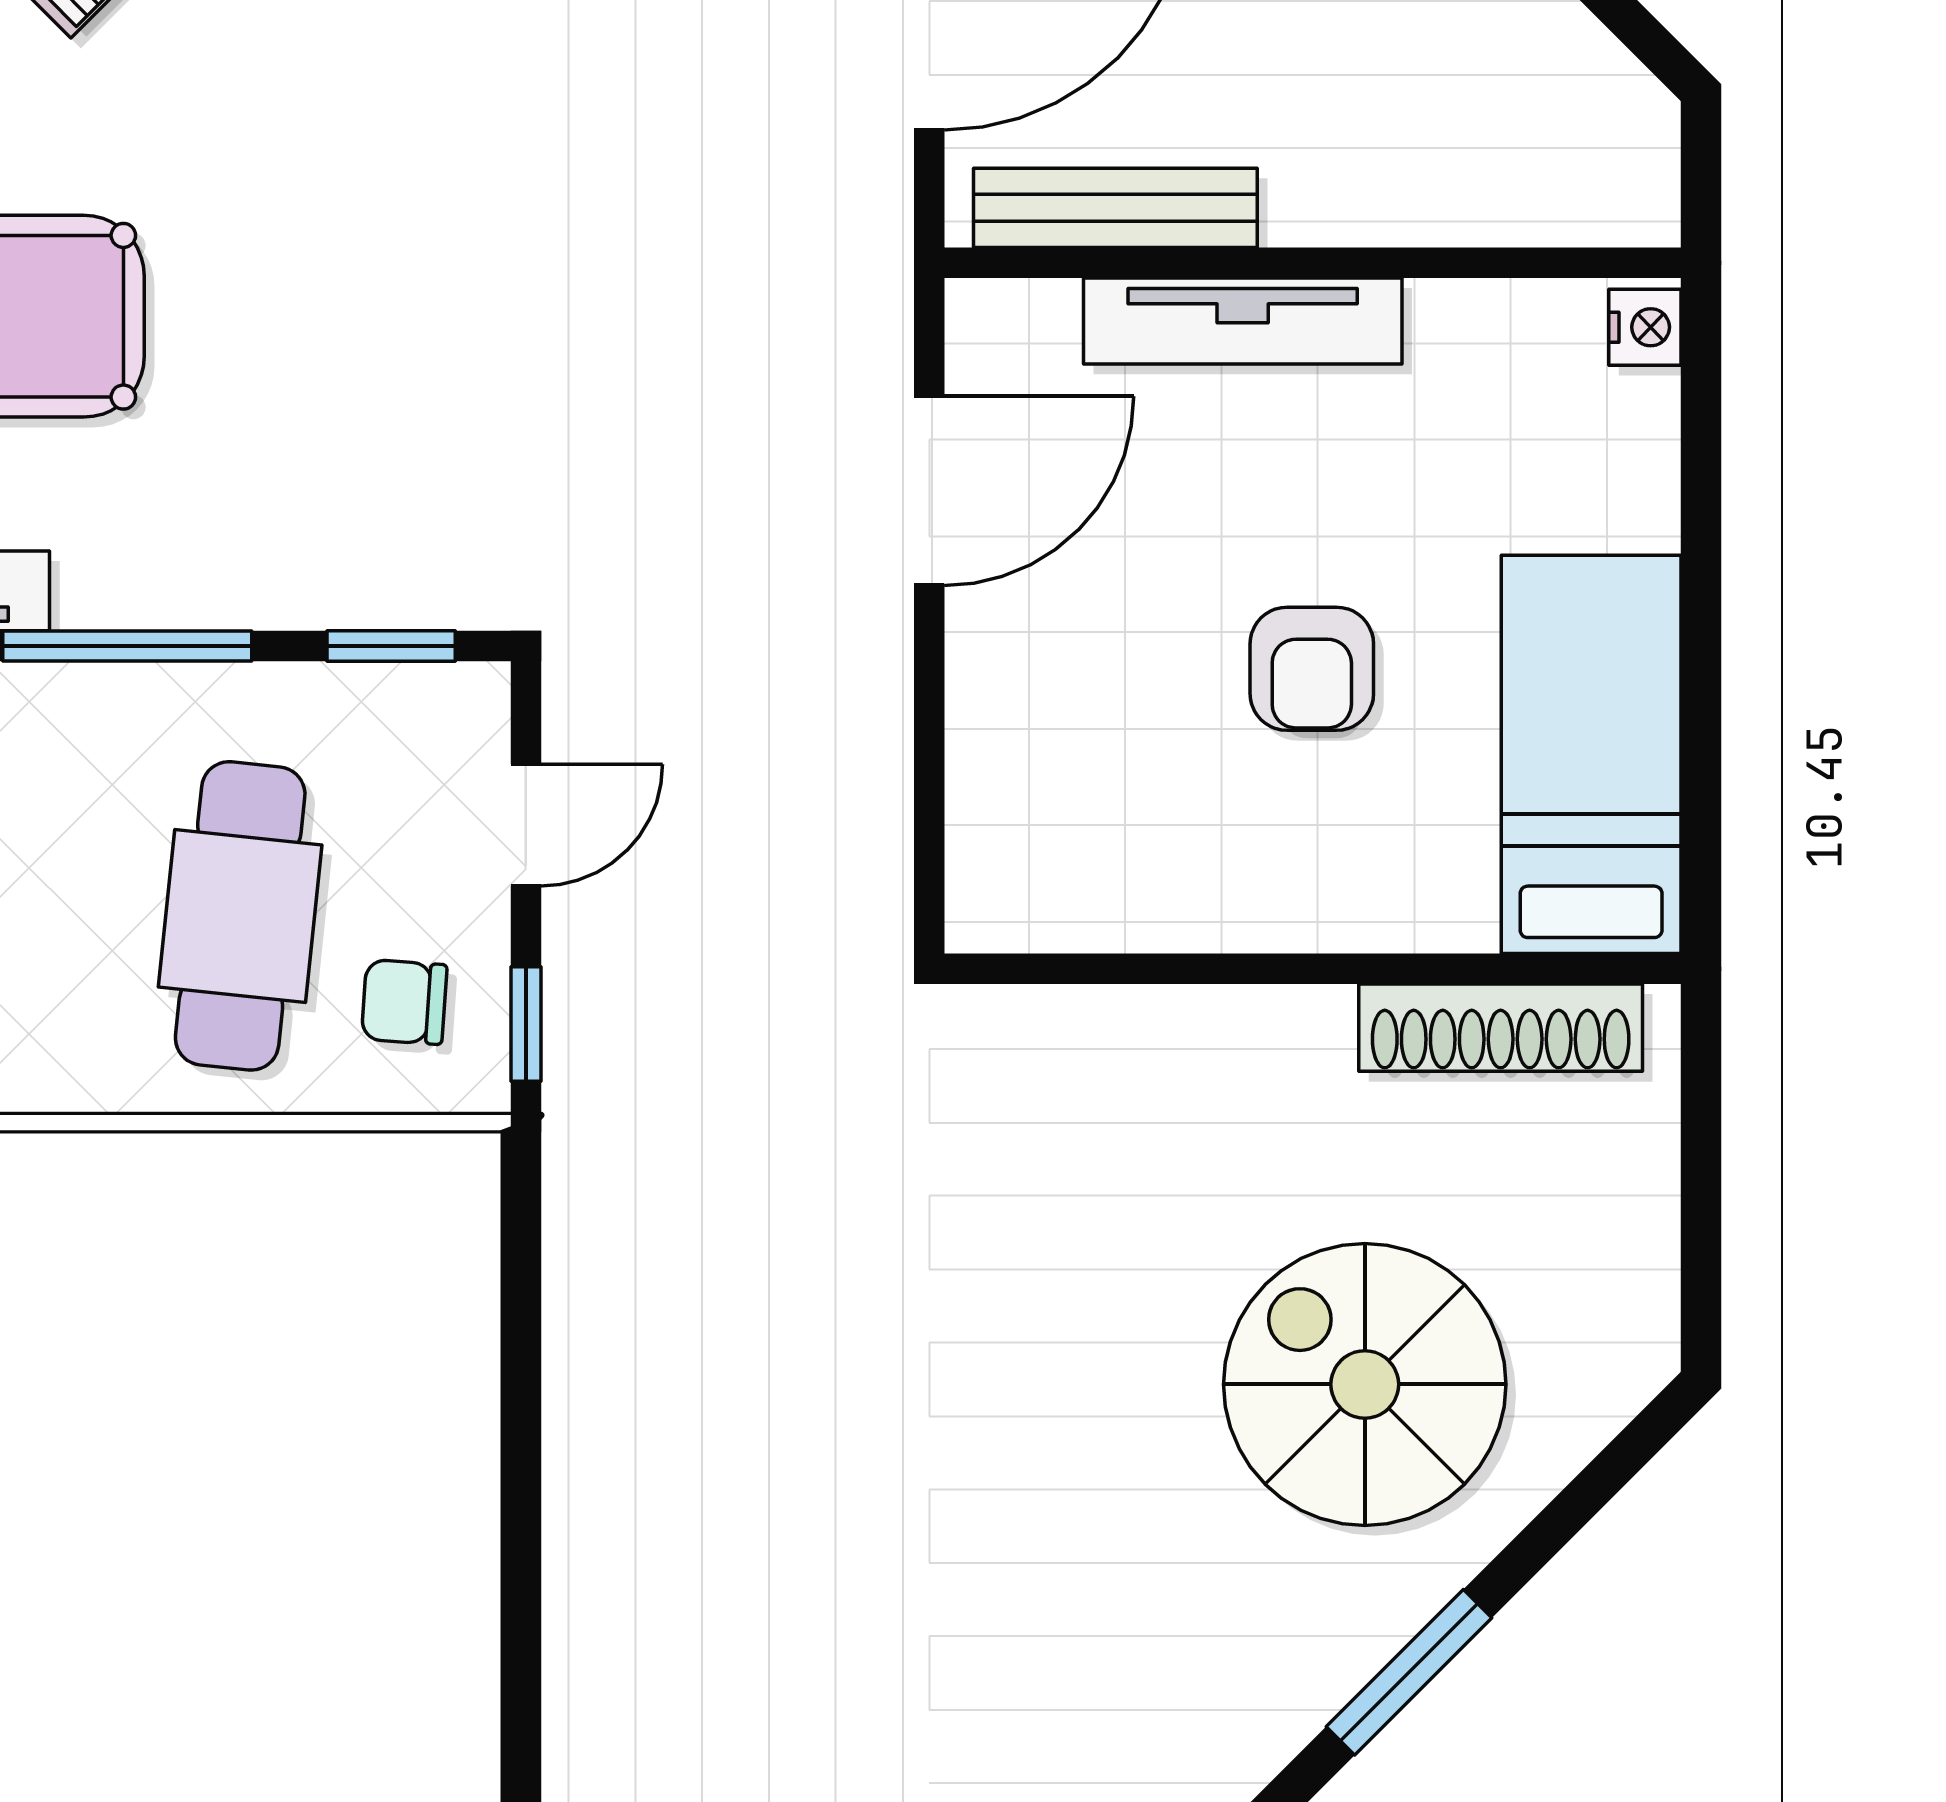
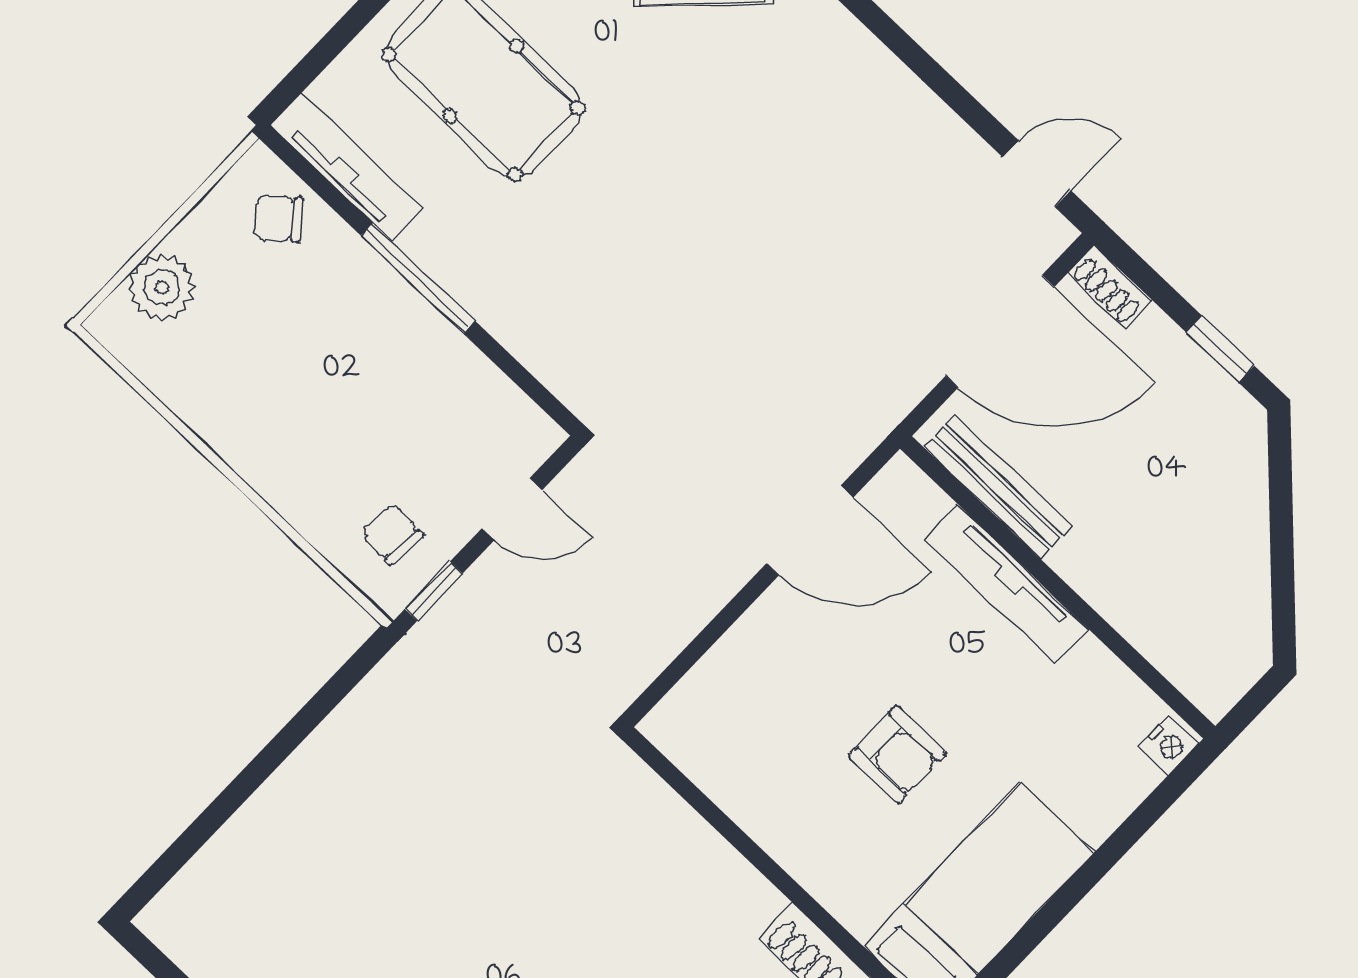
window: (391, 646) -> (527, 382), removed
armchair: (1312, 669) -> (897, 754), turned -90
cafe table: (240, 916) -> (358, 434), removed

